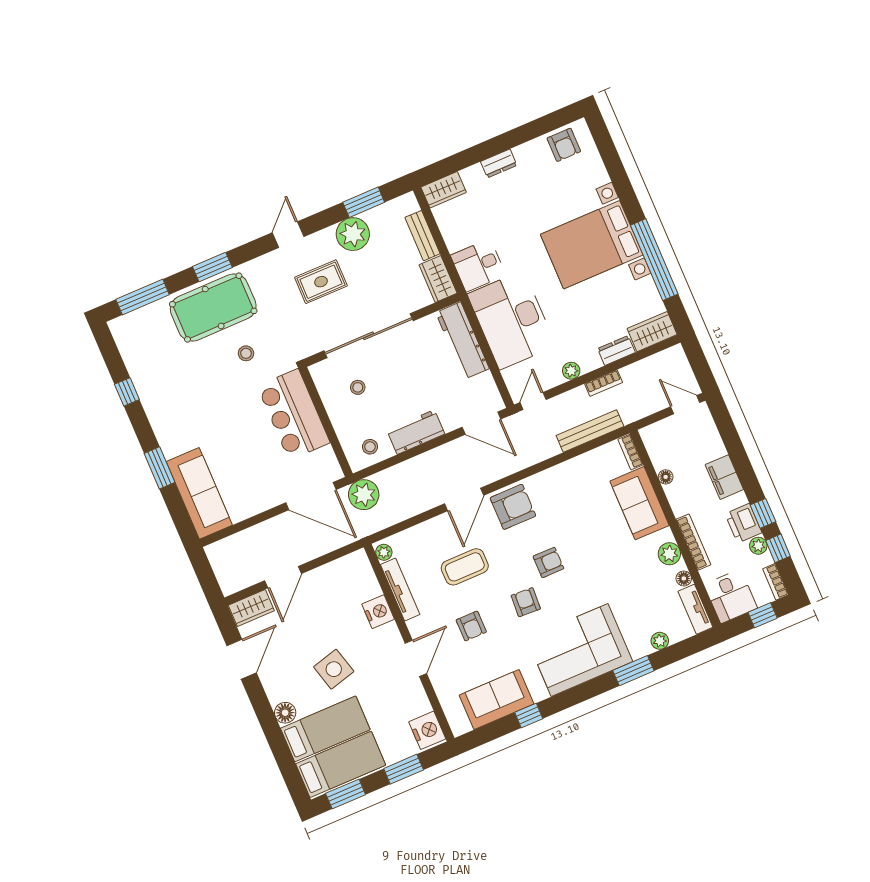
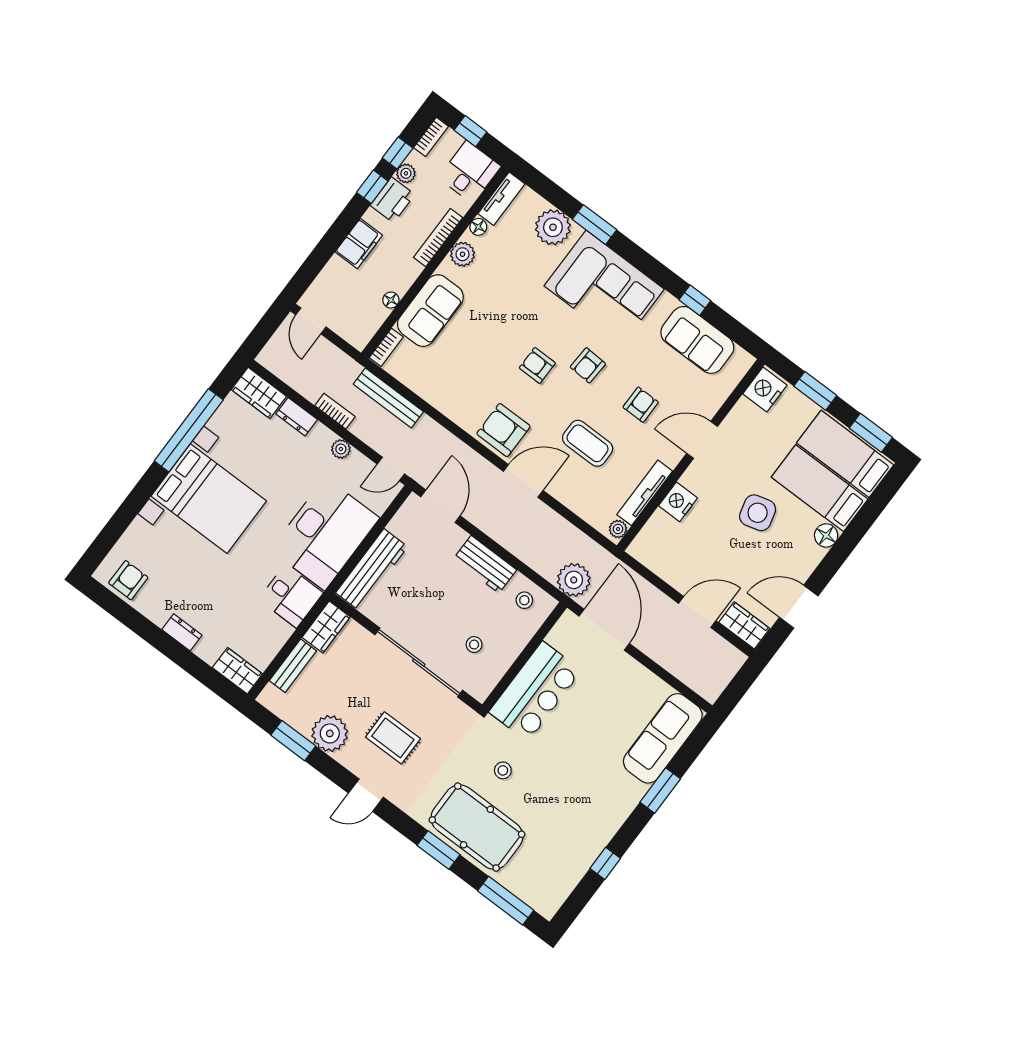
plant: (660, 641) -> (553, 227), width x1.88, depth x1.88

